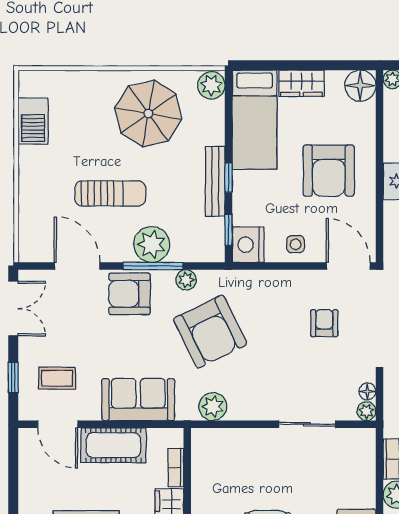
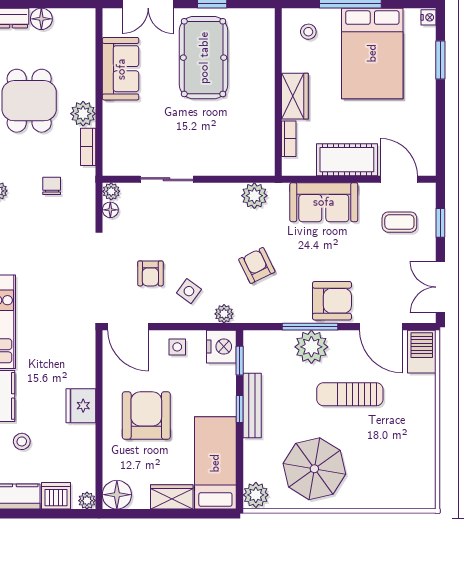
barbecue: (33, 121) -> (422, 352), moved
plant: (186, 280) -> (224, 314), moved
side table: (283, 304) -> (189, 291), added
armchair: (210, 332) -> (257, 265), width x0.53, depth x0.53

